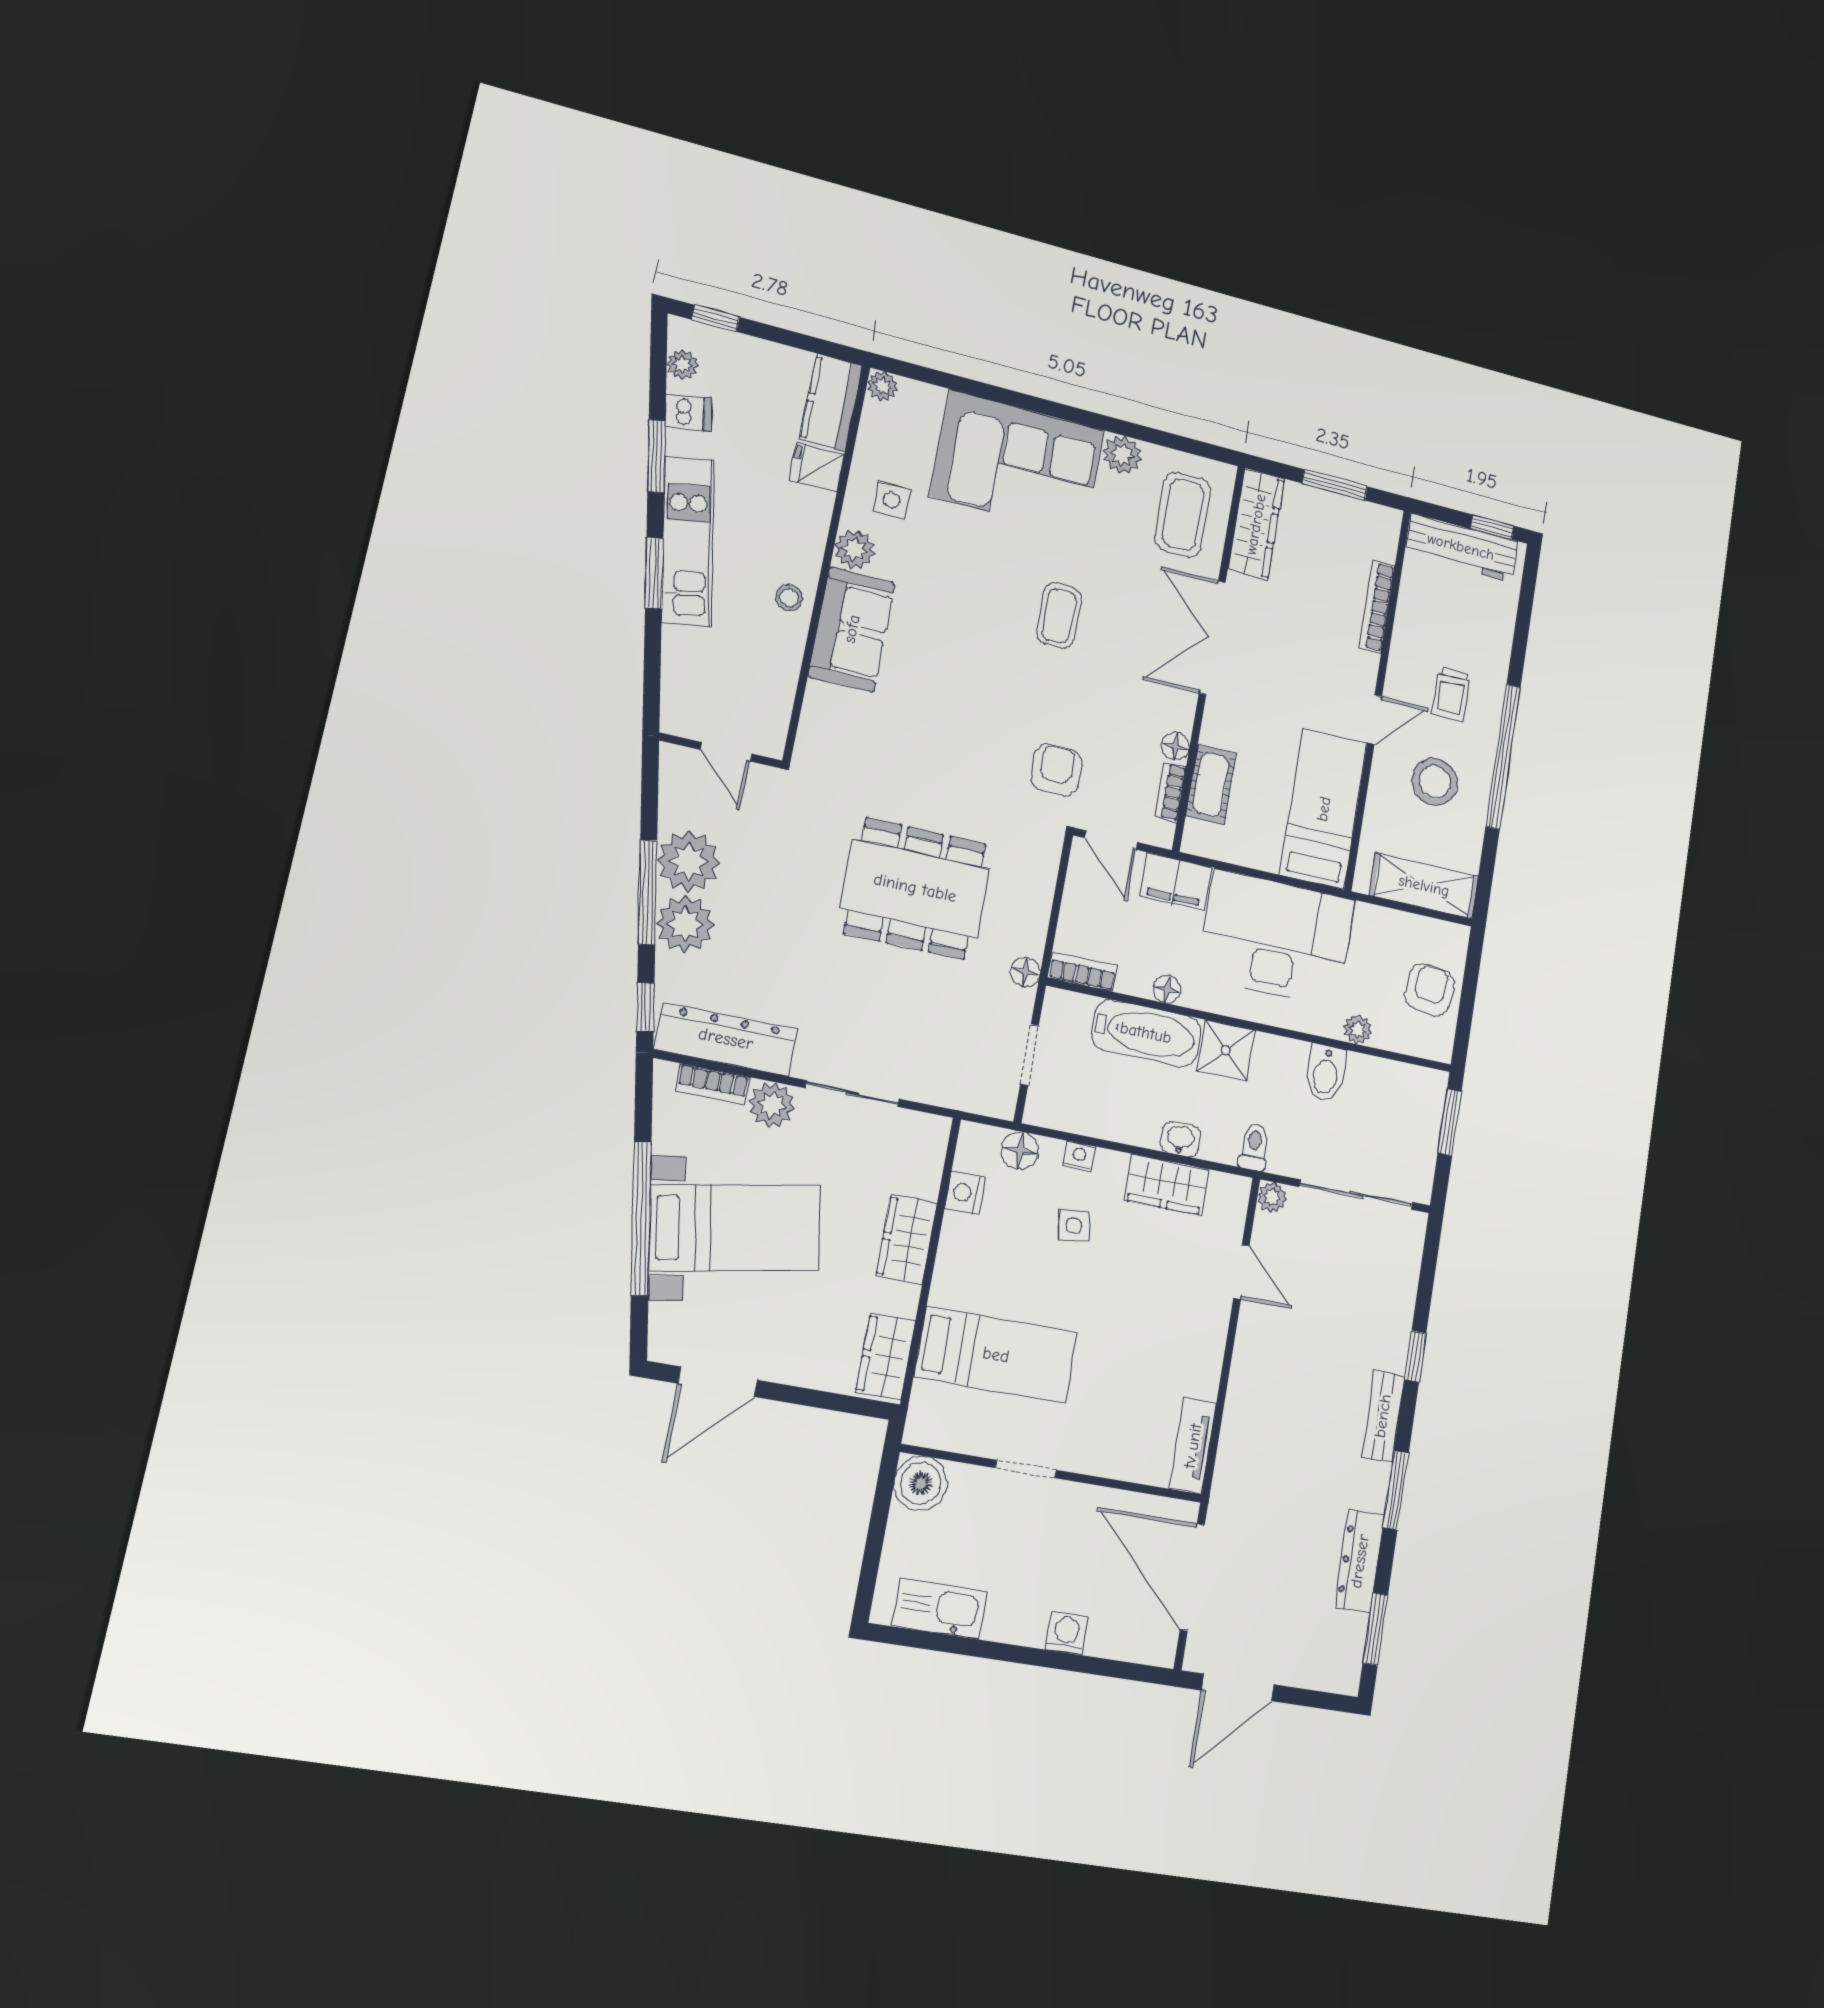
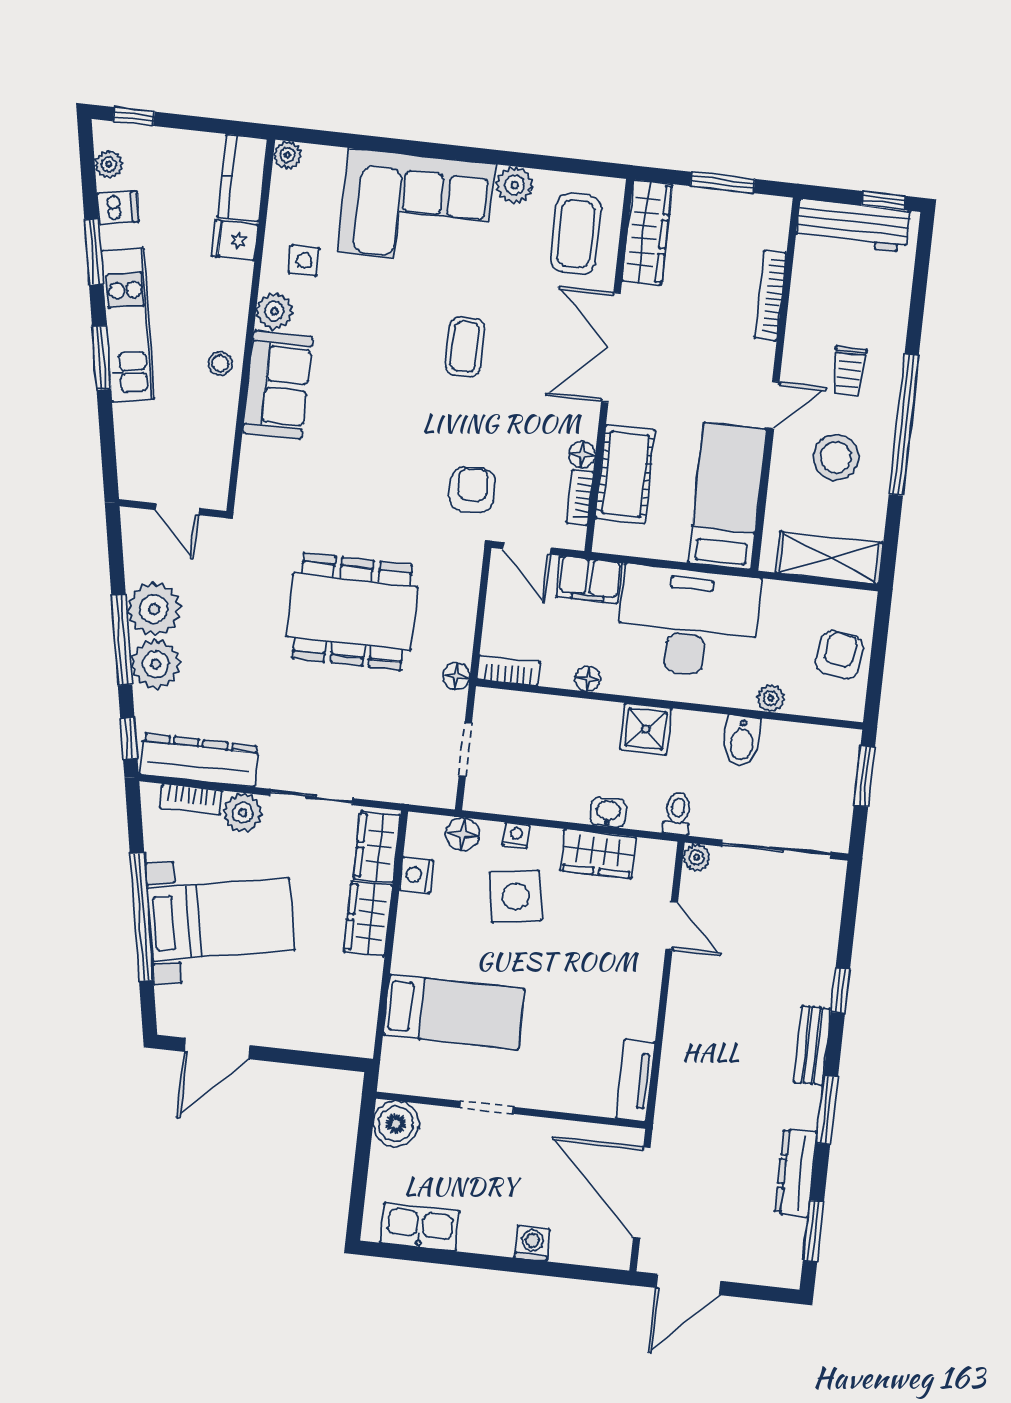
cot: (1211, 785) -> (625, 474), width x1.37, depth x1.34
bathtub: (1146, 1033) -> (571, 720), removed
side table: (1074, 1226) -> (515, 896), width x1.87, depth x1.87
wardrobe: (886, 1357) -> (377, 847), moved

